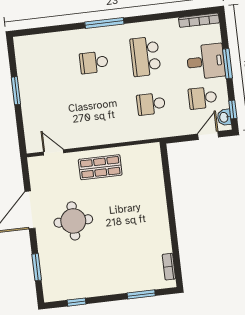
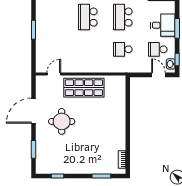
school desk: (94, 62) -> (88, 17), width x1.85
door: (208, 136) -> (159, 75), hinge flipped
door: (54, 152) -> (54, 74), hinge flipped
shop shelf: (100, 167) -> (84, 88), width x1.43, depth x1.36

